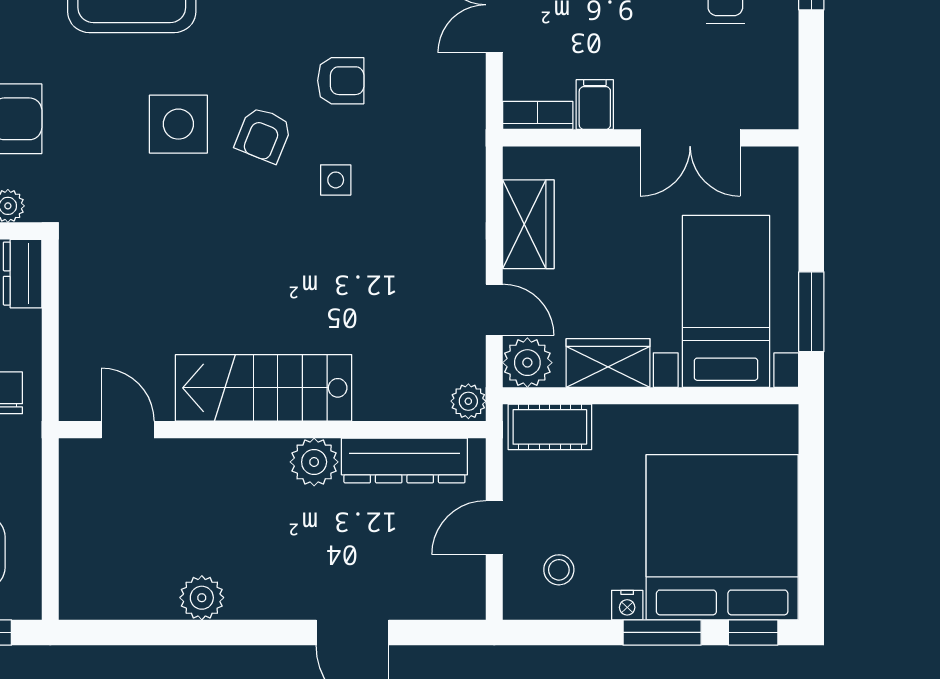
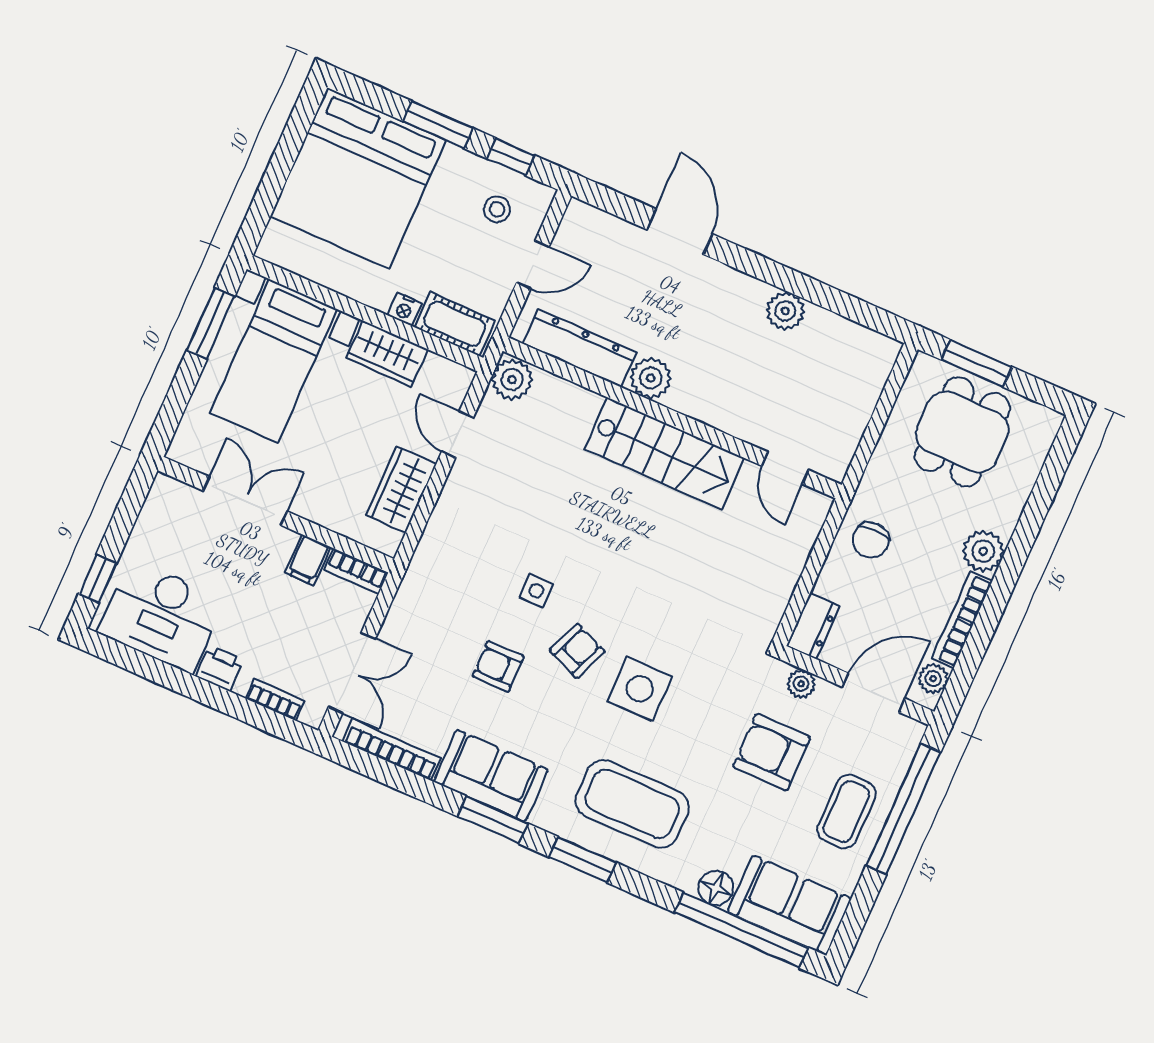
plant: (527, 363) -> (450, 382), removed
plant: (468, 401) -> (512, 379), width x1.38, depth x1.38
nightstand: (627, 605) -> (404, 309), moved, turned 180
window: (753, 632) -> (511, 157), moved

